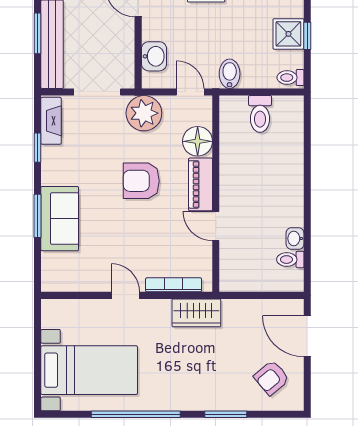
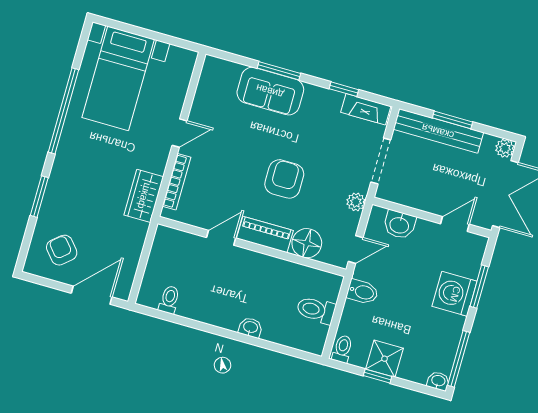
plant: (144, 113) -> (356, 202), width x0.53, depth x0.53
washbasin: (295, 239) -> (250, 327), moved

